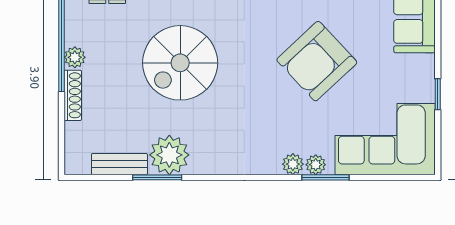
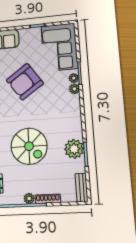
armchair: (317, 61) -> (25, 82), turned 98
bench: (119, 164) -> (81, 187), moved

